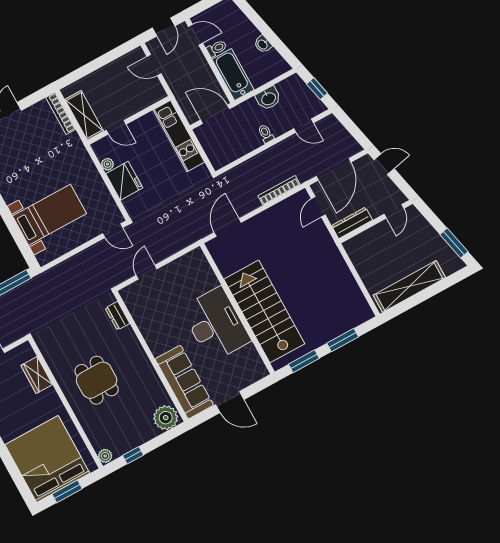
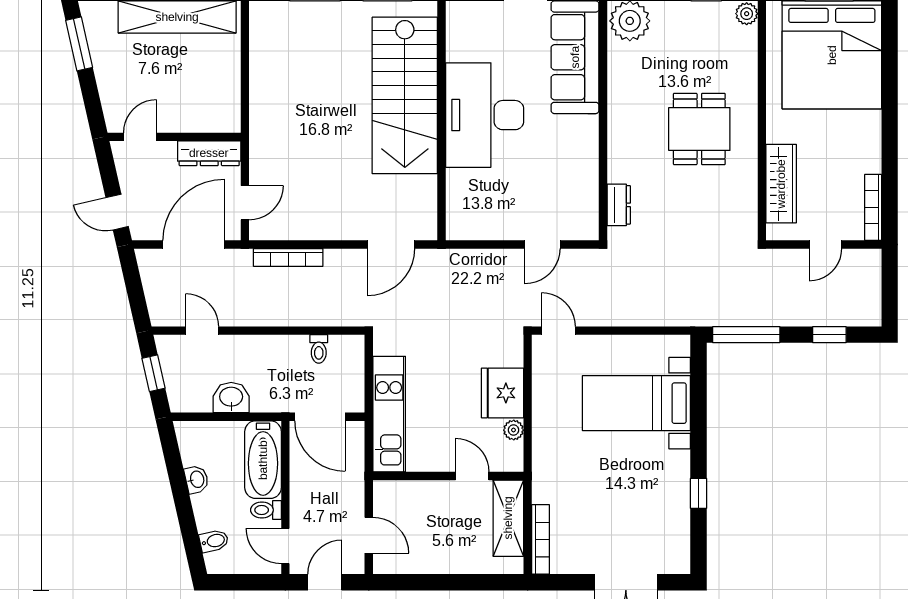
bidet: (235, 16) -> (214, 541), added
toilet: (266, 134) -> (319, 349), moved
wardrobe: (37, 375) -> (781, 184), width x1.50

